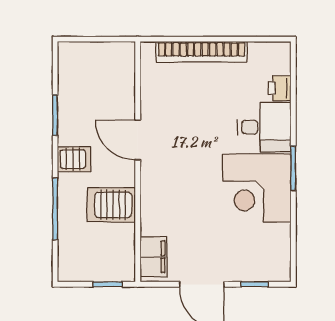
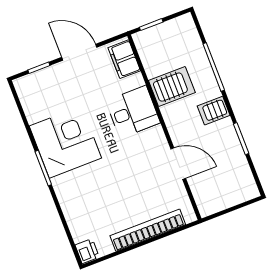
printer: (280, 88) -> (87, 251), moved
desk: (264, 127) -> (133, 112), moved, turned 180
door: (138, 140) -> (178, 164), moved

